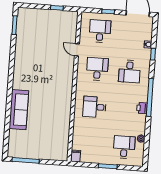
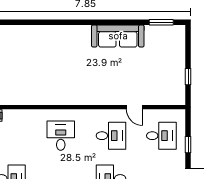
door: (77, 50) -> (134, 107), swing flipped
sofa: (19, 110) -> (118, 36), moved

